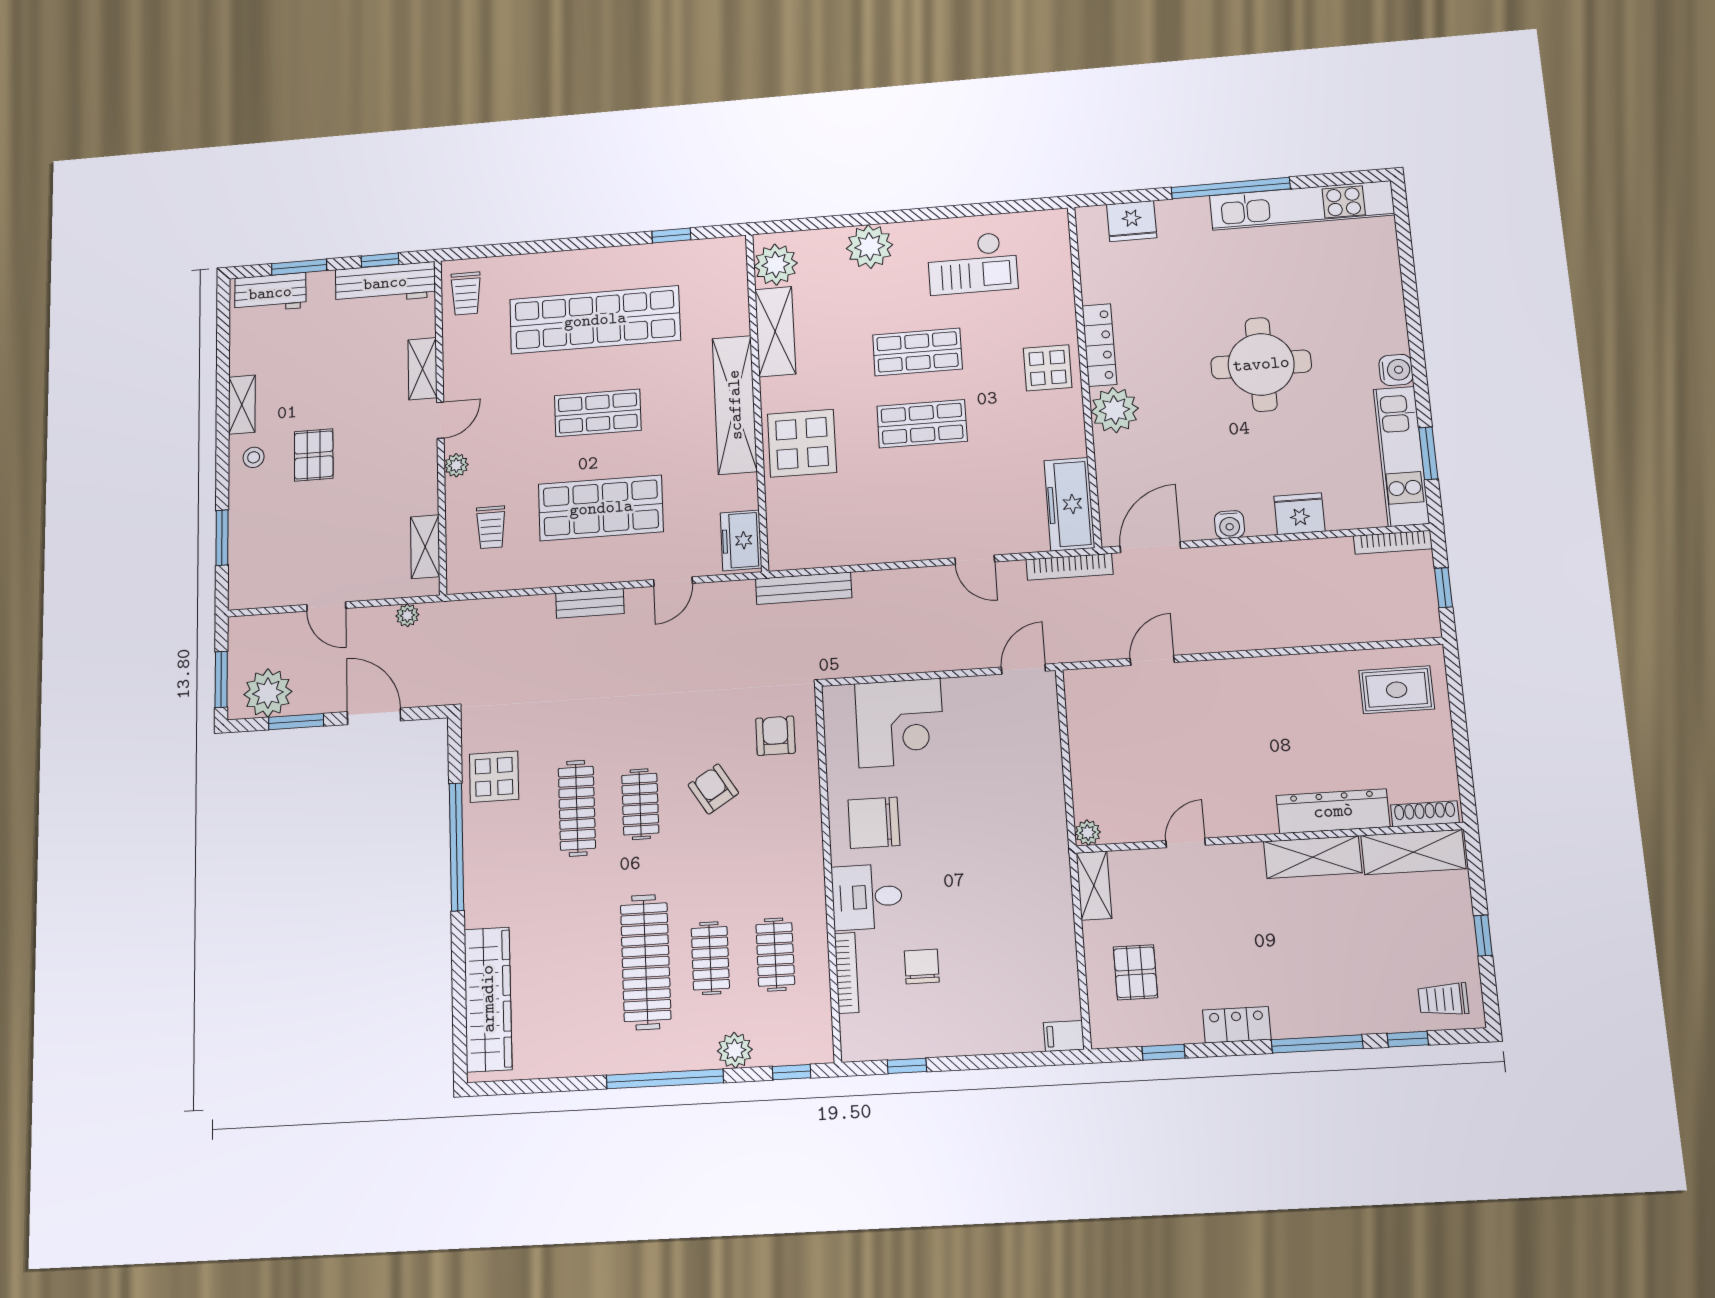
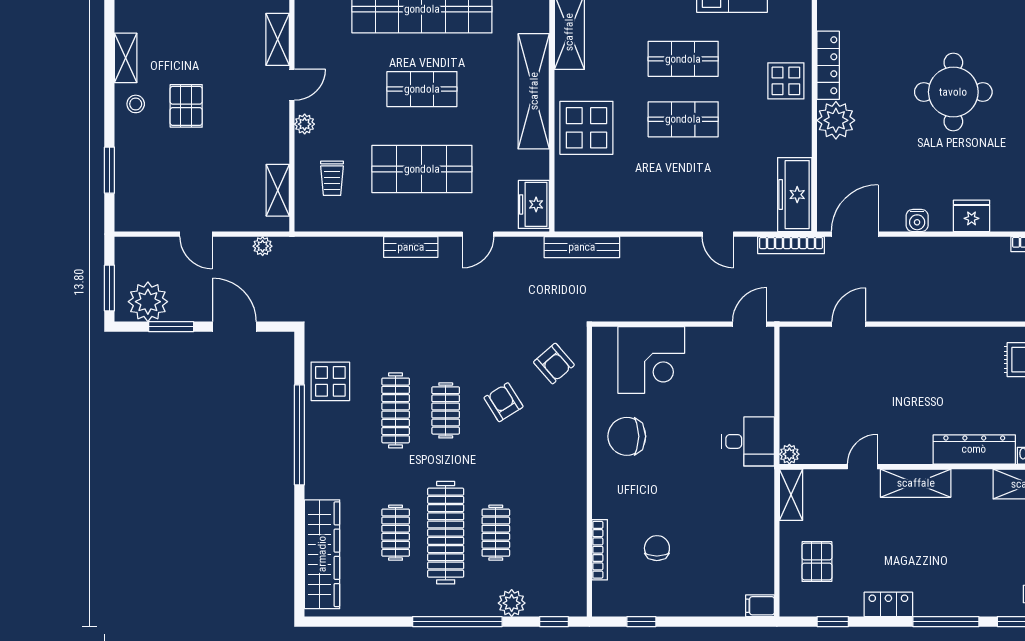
armchair: (775, 736) -> (554, 364), turned 139
shelving: (1313, 857) -> (916, 483), moved
desk: (867, 897) -> (748, 441), moved, turned 180
clothes rail: (775, 954) -> (396, 533), moved

